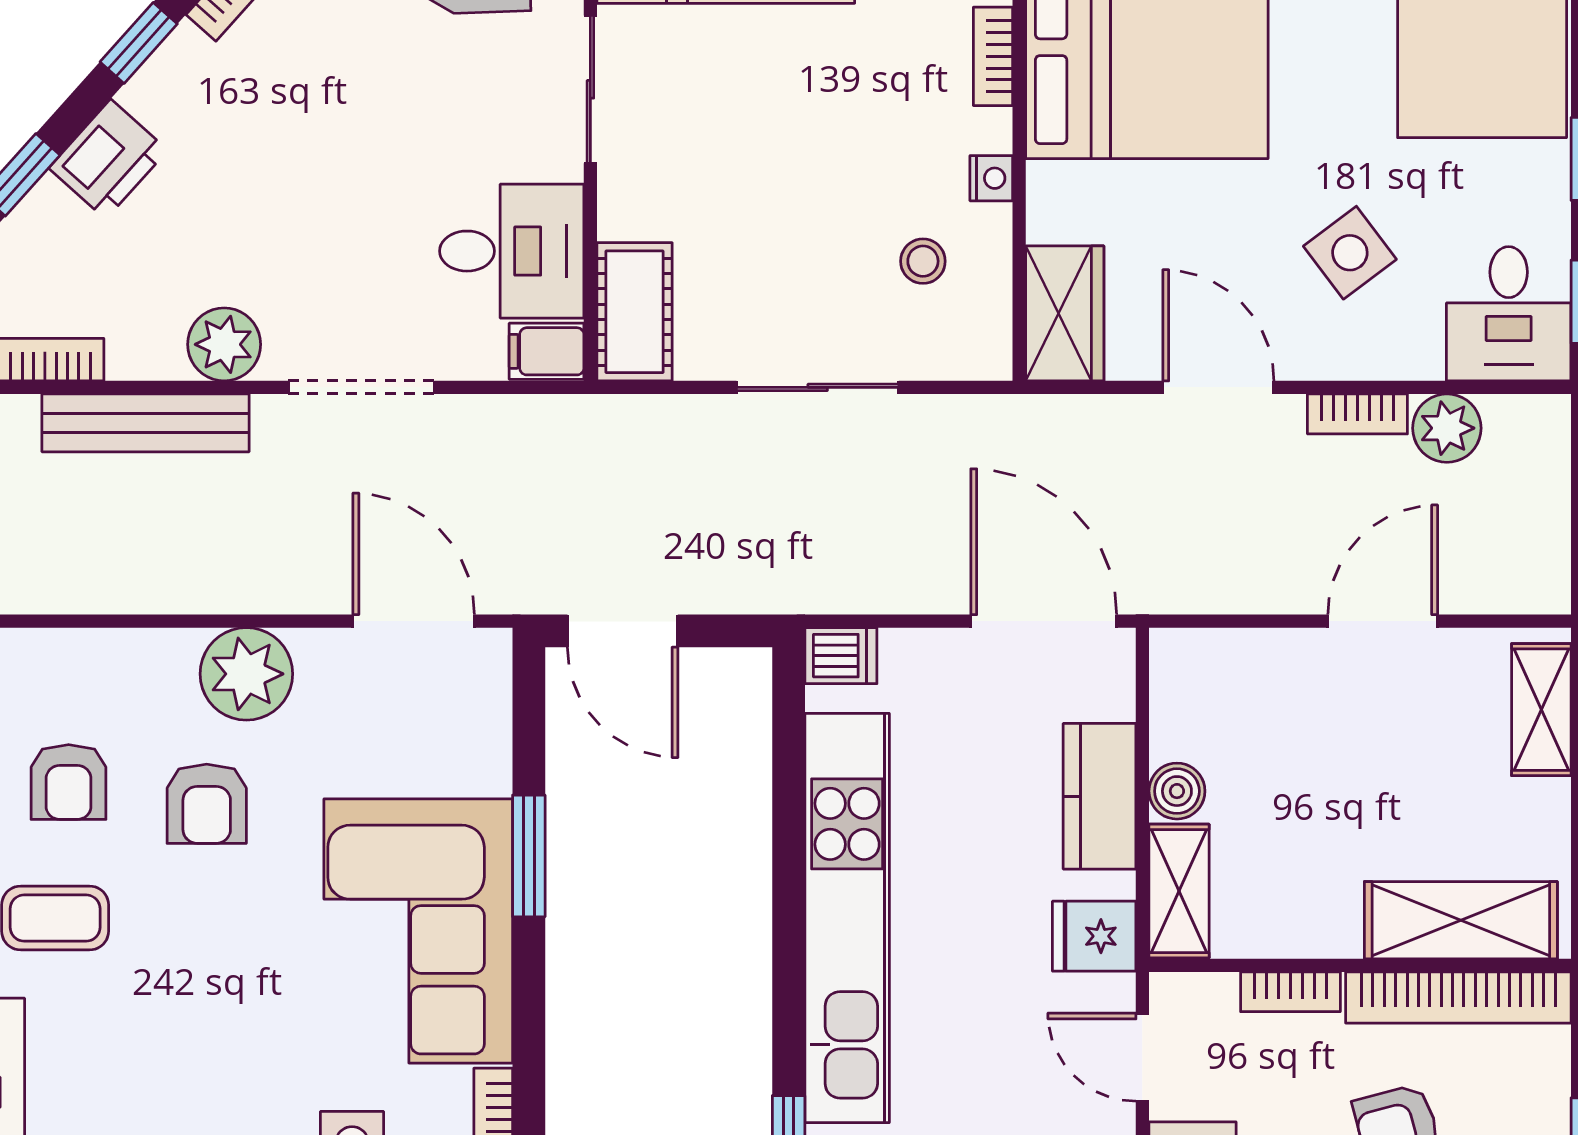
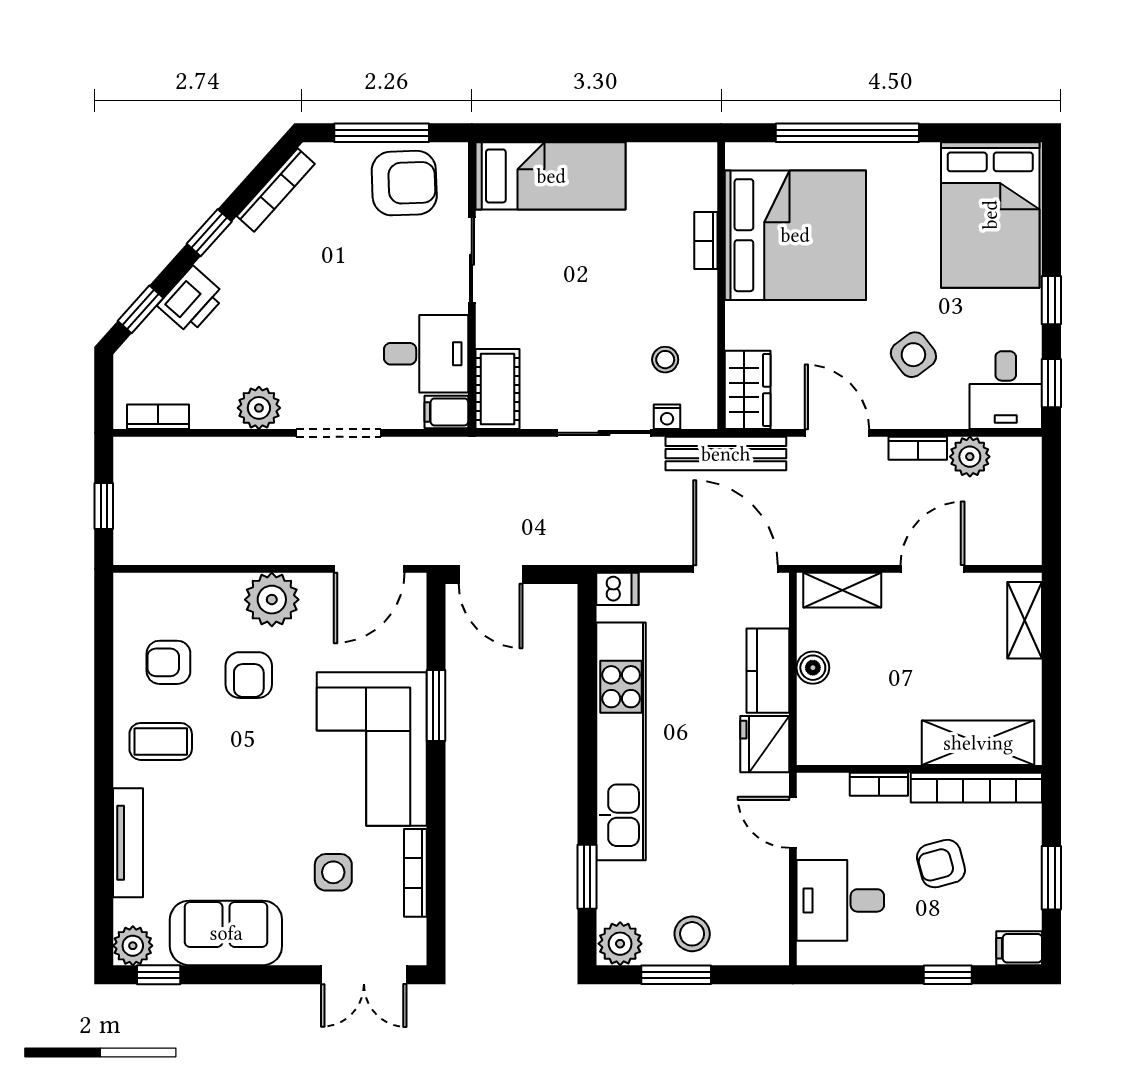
nightstand: (991, 178) -> (667, 417), moved, turned 90
bench: (146, 423) -> (726, 454), moved
door: (414, 621) -> (369, 569), swing flipped
armchair: (69, 782) -> (168, 662), turned 90
shelving: (1179, 891) -> (842, 590), moved, turned 90
fridge: (1094, 936) -> (765, 744), width x1.38

